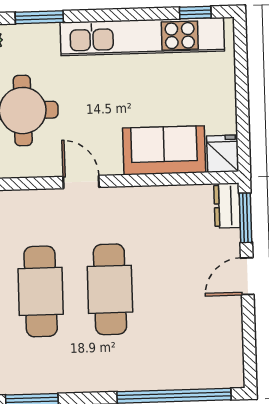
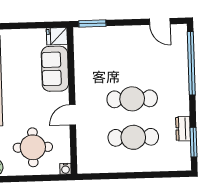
dresser: (227, 206) -> (183, 129), moved, turned 90
door: (247, 276) -> (160, 21), moved

